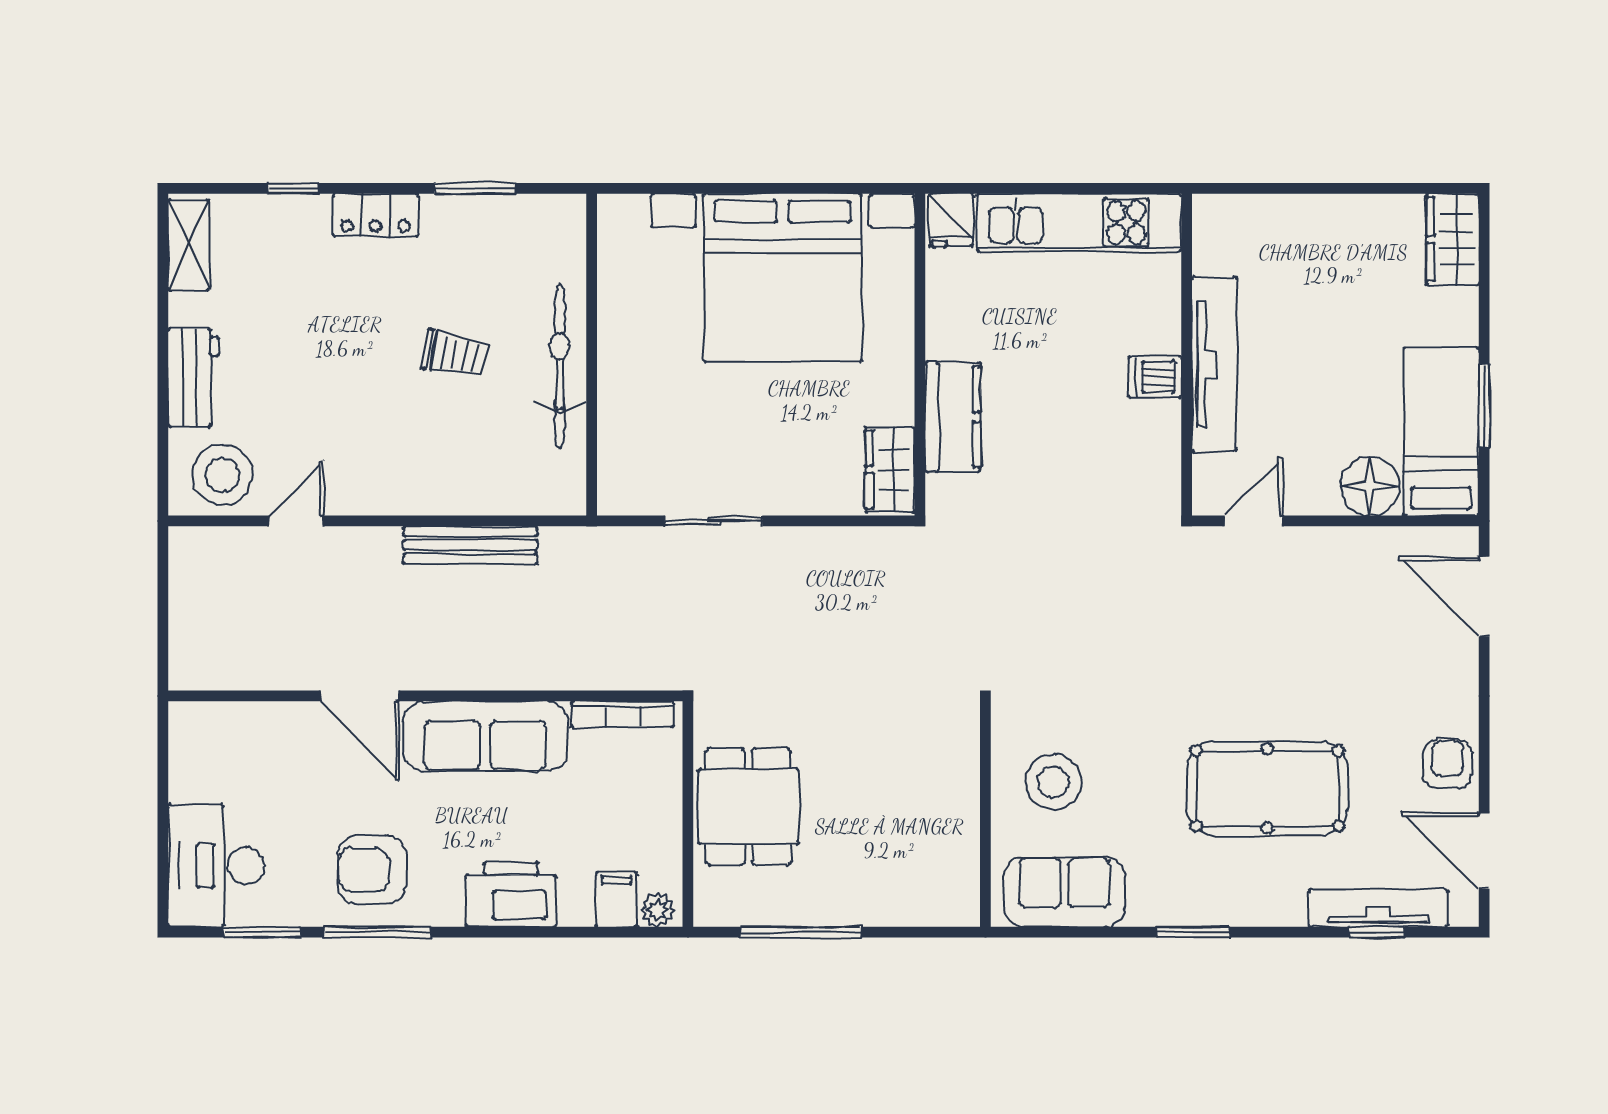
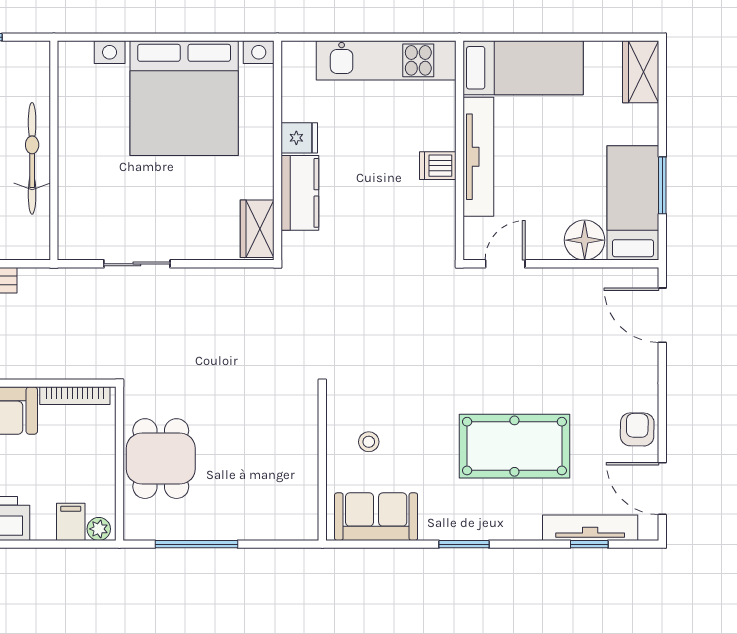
fridge: (951, 220) -> (299, 138), moved, turned -90
bed: (1280, 233) -> (523, 68), added
stool: (1054, 782) -> (369, 442), width x0.53, depth x0.53

